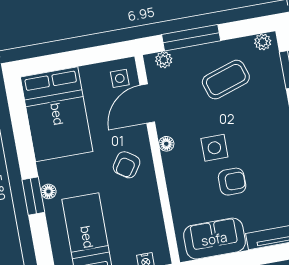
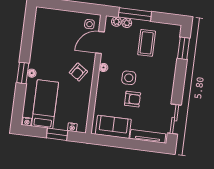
plant: (263, 42) -> (127, 23), moved
coffee table: (226, 80) -> (147, 43), turned -72
bed: (57, 114) -> (49, 33), removed

